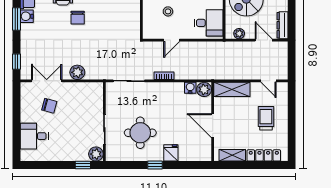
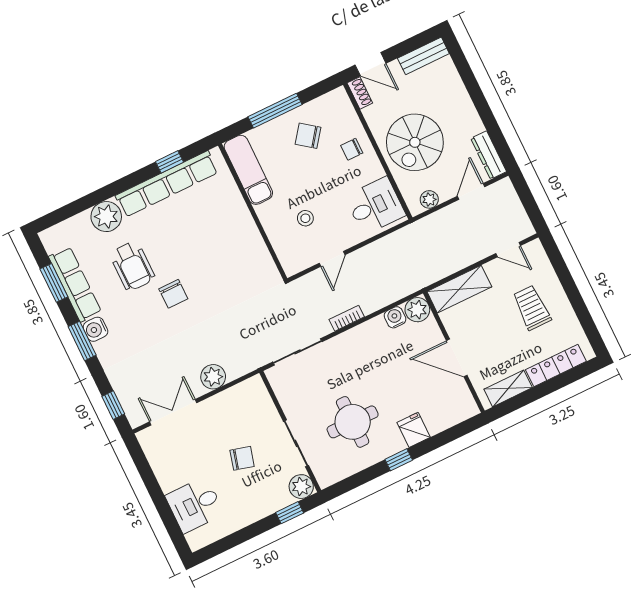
door: (264, 40) -> (471, 191), hinge flipped
chair: (49, 106) -> (242, 458), moved

